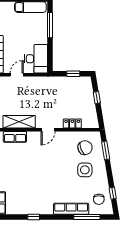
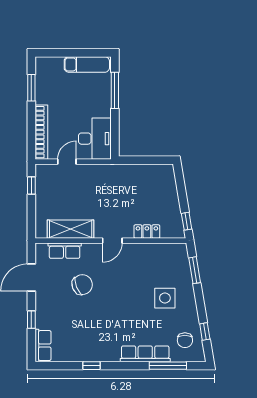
window: (73, 74) -> (148, 160), removed
window: (97, 97) -> (187, 221), moved
chair: (85, 148) -> (82, 285), moved

